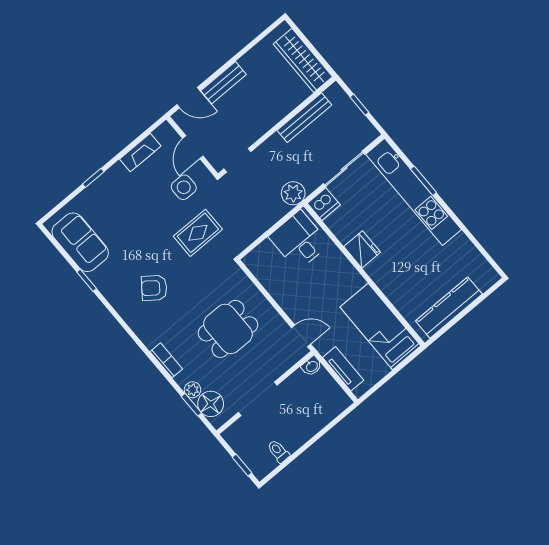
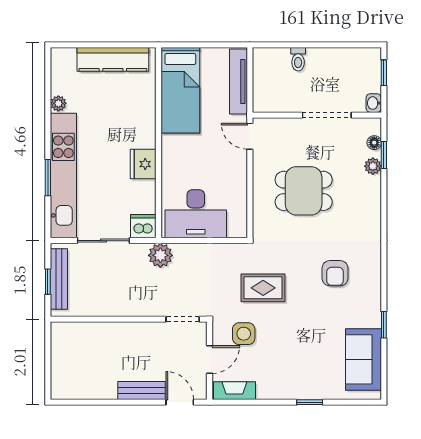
wardrobe: (303, 60) -> (63, 355), removed
bench: (304, 118) -> (59, 279), moved, turned 90
fireplace: (140, 153) -> (234, 391), moved
desk: (299, 240) -> (196, 214), width x1.37
plant: (462, 242) -> (58, 103), added
armchair: (154, 288) -> (335, 273), turned 53
bookcase: (166, 360) -> (374, 207), removed
washbasin: (312, 366) -> (374, 103), moved, turned -90
tv unit: (343, 369) -> (239, 82), width x1.41
floor lamp: (211, 404) -> (374, 143), width x0.53, depth x0.53
toilet: (278, 451) -> (298, 59), moved

